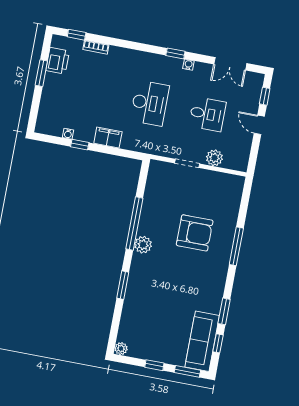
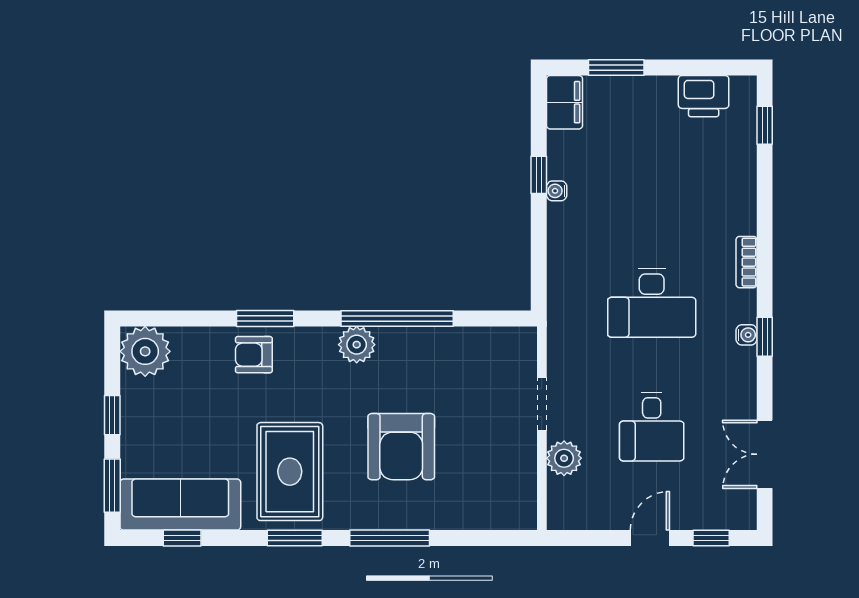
bookcase: (96, 47) -> (746, 262), moved
water cooler: (188, 65) -> (746, 335), moved
window: (41, 73) -> (616, 68), moved
water cooler: (68, 134) -> (557, 191), moved
filing cabinet: (108, 137) -> (565, 102), moved
rug: (196, 287) -> (290, 472), added
armchair: (139, 294) -> (254, 355), added
window: (224, 311) -> (295, 538), moved
plant: (121, 349) -> (145, 351), width x1.88, depth x1.88

